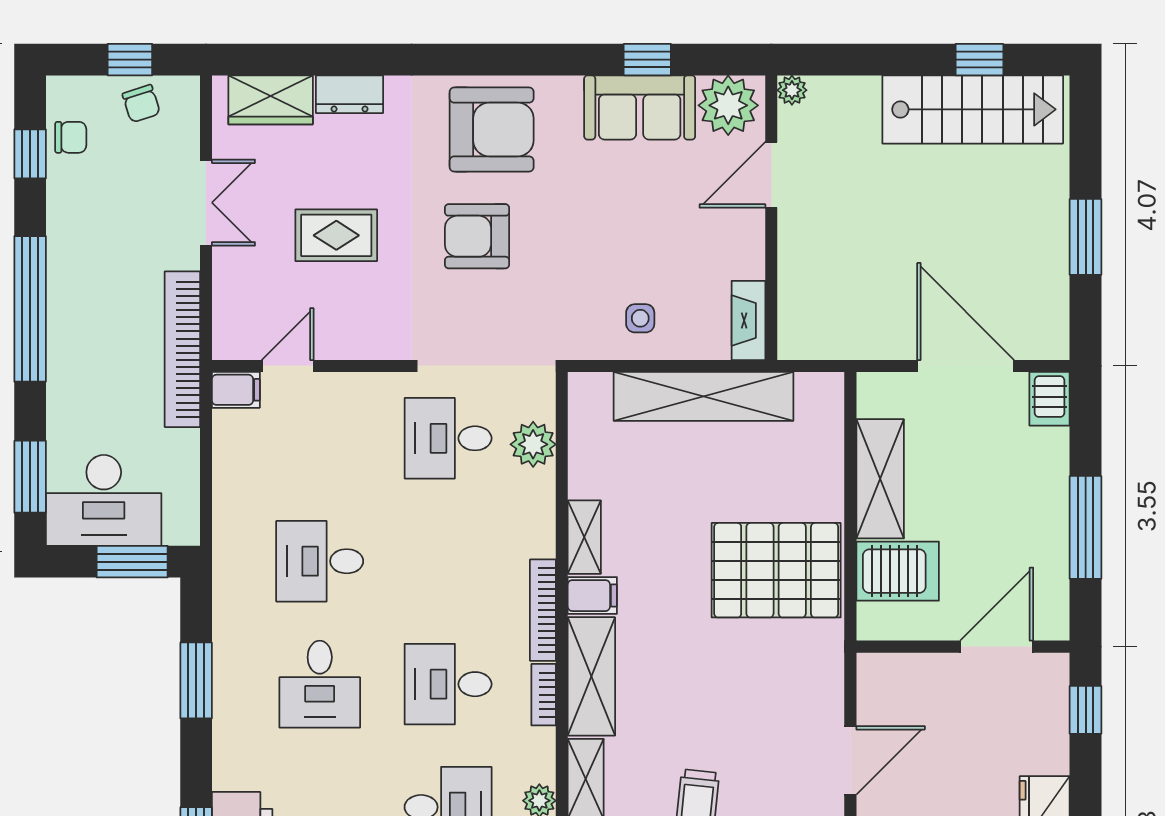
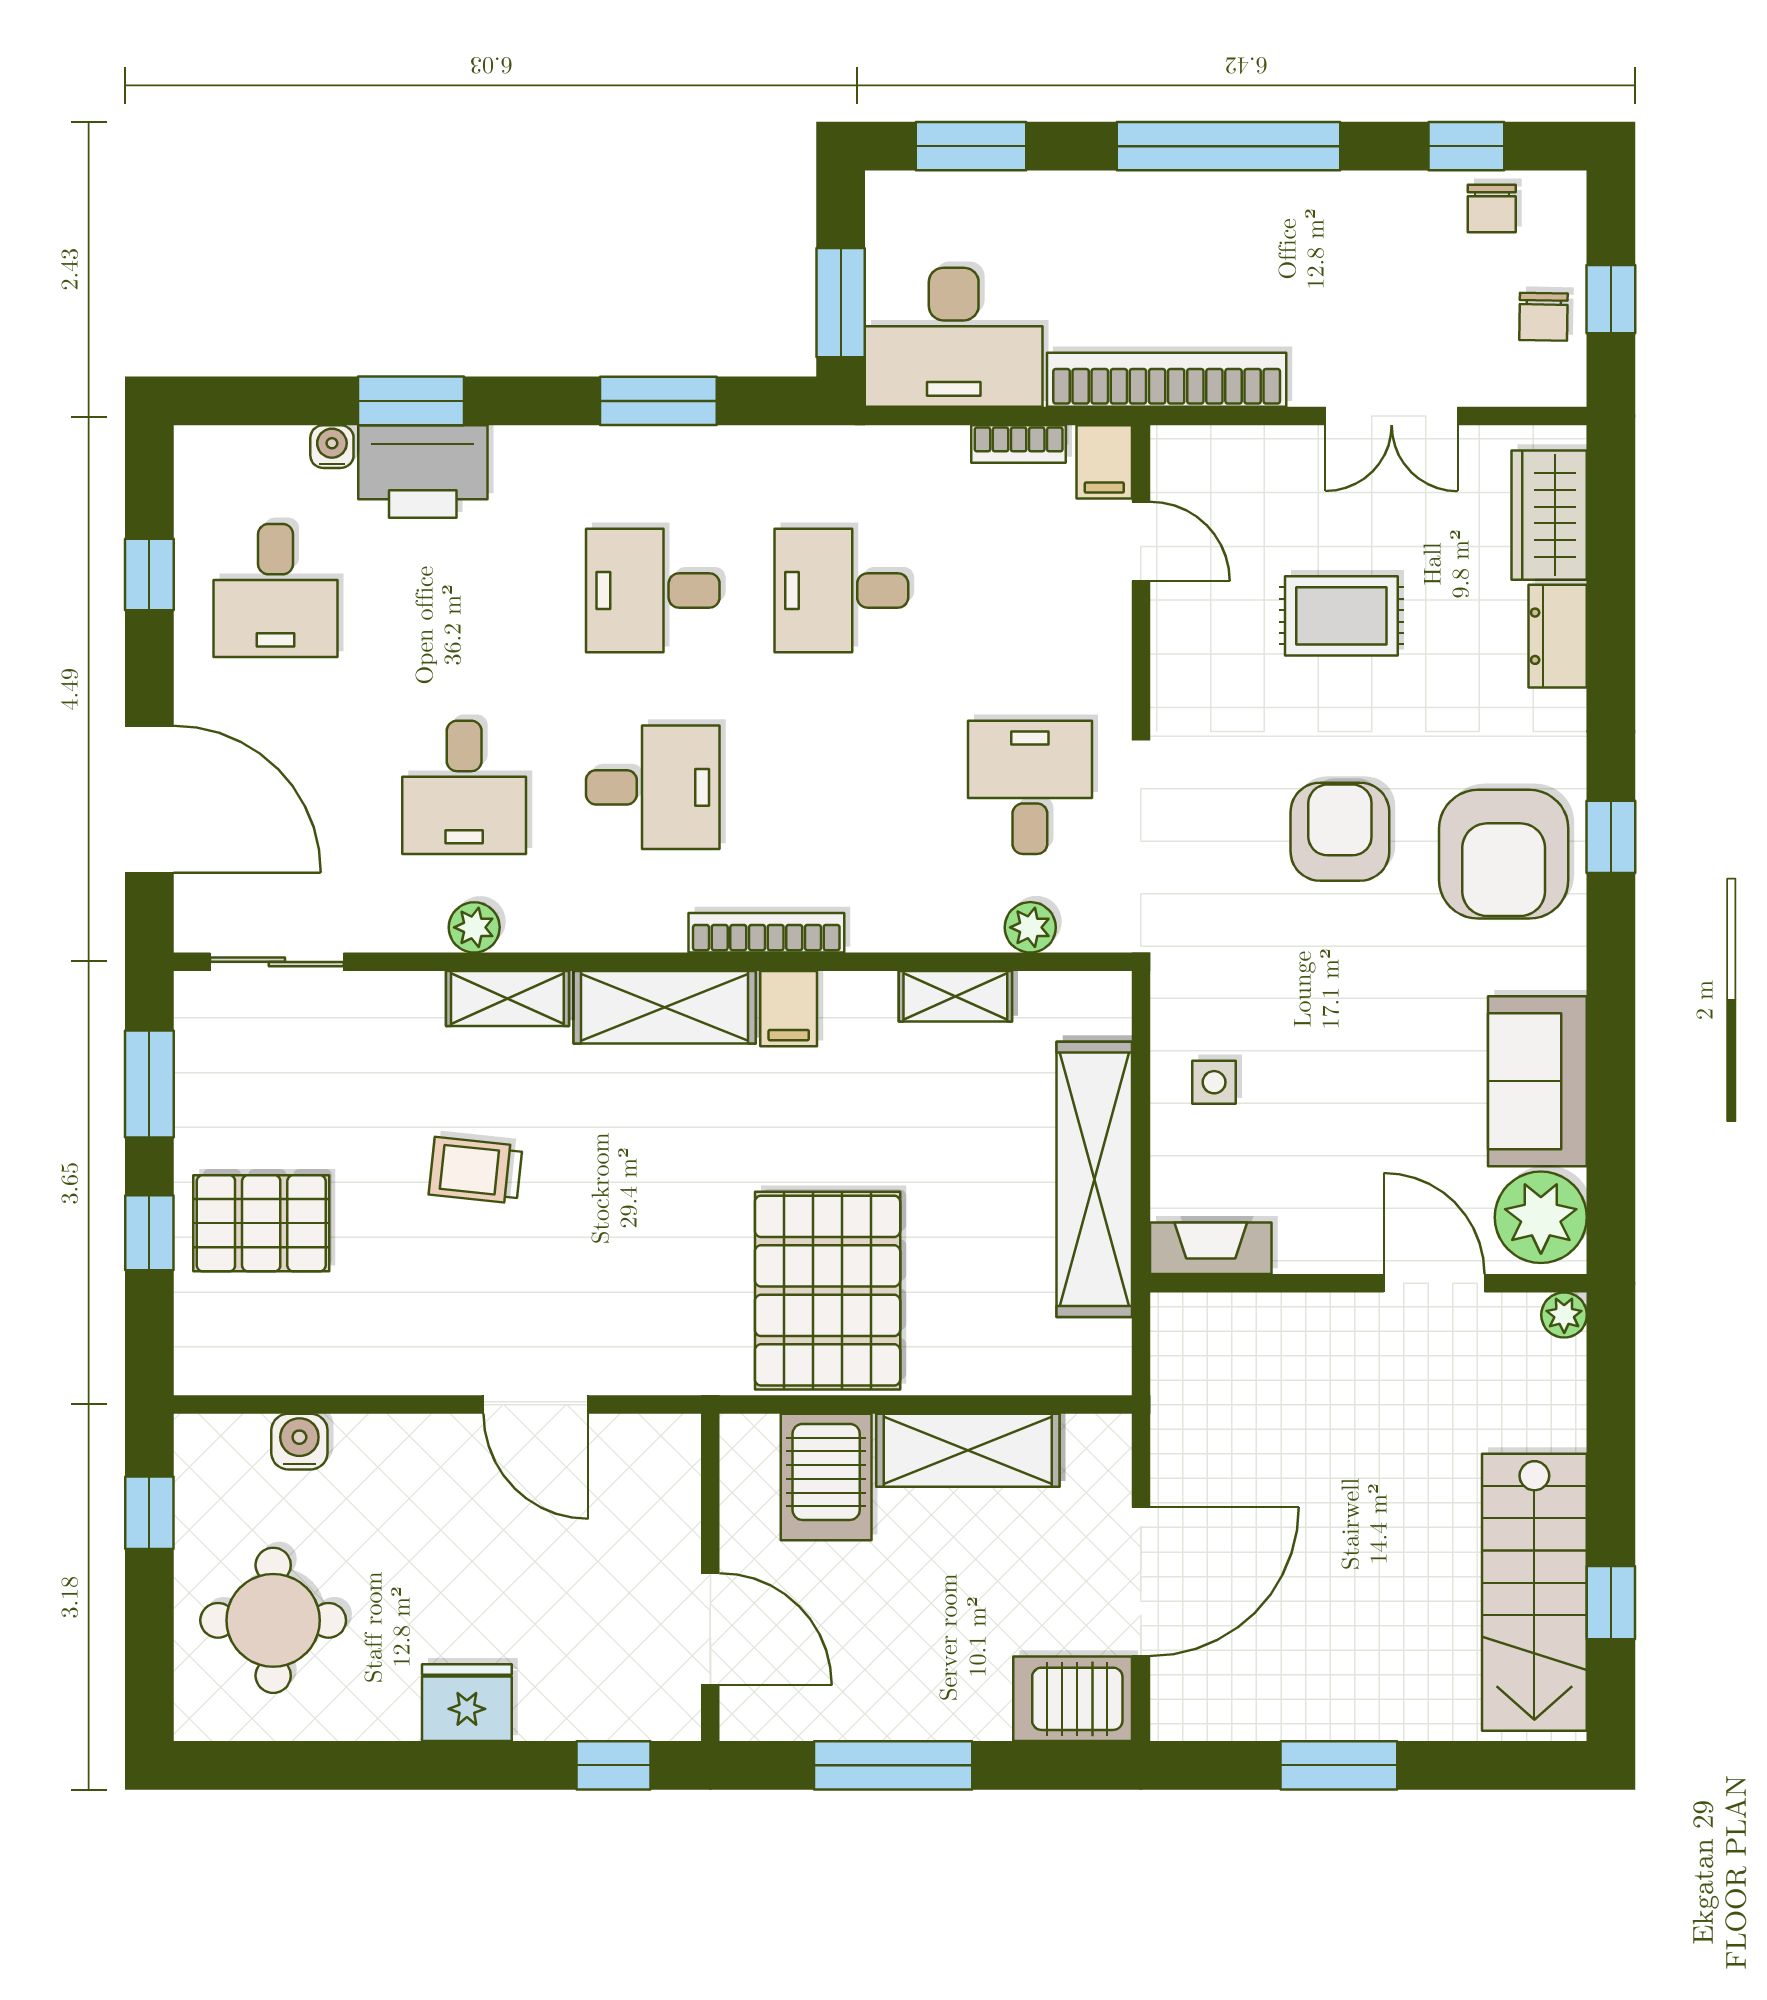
window: (647, 60) -> (1611, 837), moved
chair: (141, 104) -> (1543, 317), turned -71
rug: (336, 235) -> (1341, 616), turned 90
server rack: (1050, 399) -> (1073, 1699), width x1.36, depth x1.44
plant: (533, 444) -> (1030, 927), width x0.73, depth x0.73
desk: (104, 500) -> (954, 337), moved, turned -90
shelving: (584, 537) -> (955, 996), moved
desk: (320, 561) -> (841, 590), turned -90
desk: (448, 684) -> (653, 787), turned 90
bookcase: (544, 695) -> (1019, 444), moved, turned 180

